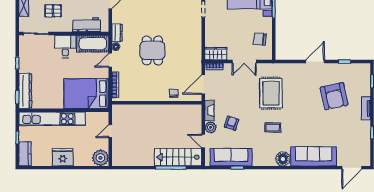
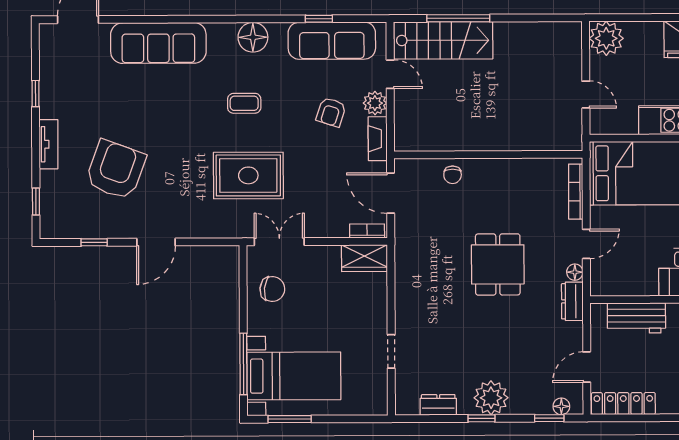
cot: (93, 44) -> (623, 278), removed
double door: (244, 62) -> (279, 242), moved
door: (203, 85) -> (391, 193), swing flipped
rug: (271, 93) -> (248, 175), turned 90
armchair: (334, 96) -> (116, 170), turned 32
door: (110, 131) -> (586, 95), hinge flipped
floor lamp: (283, 159) -> (253, 37), moved

